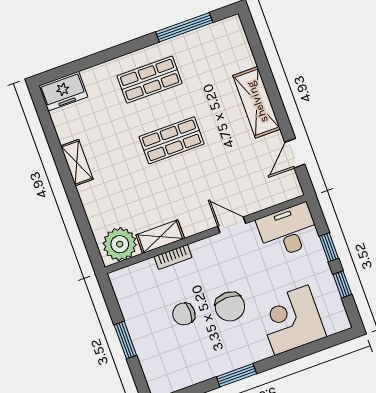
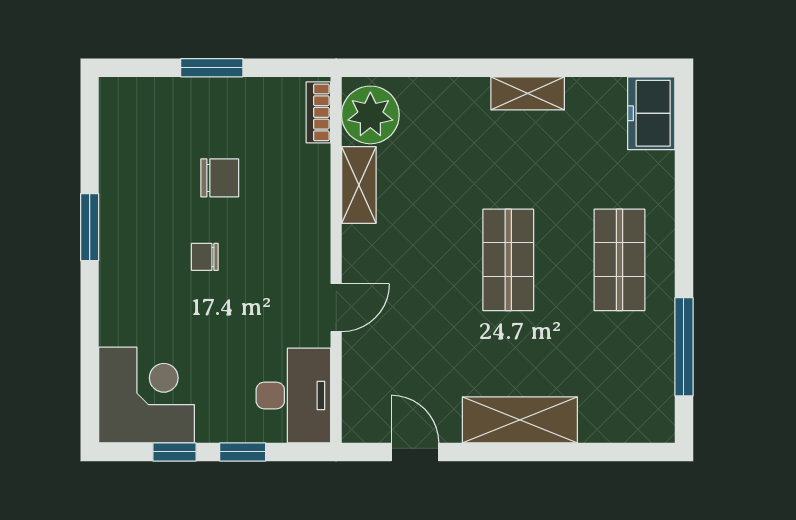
bookcase: (173, 257) -> (318, 112), moved
chair: (230, 306) -> (205, 257), width x0.54, depth x0.54
chair: (184, 314) -> (220, 178), turned 90
corner desk: (291, 320) -> (147, 395), moved

